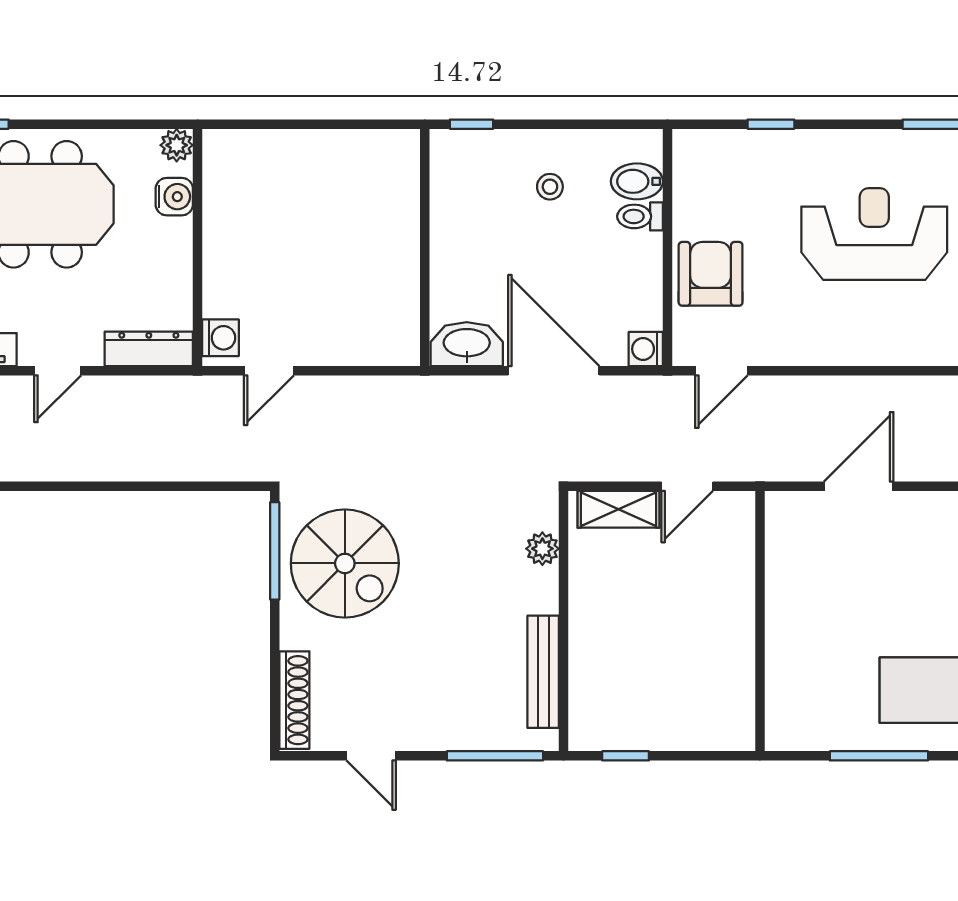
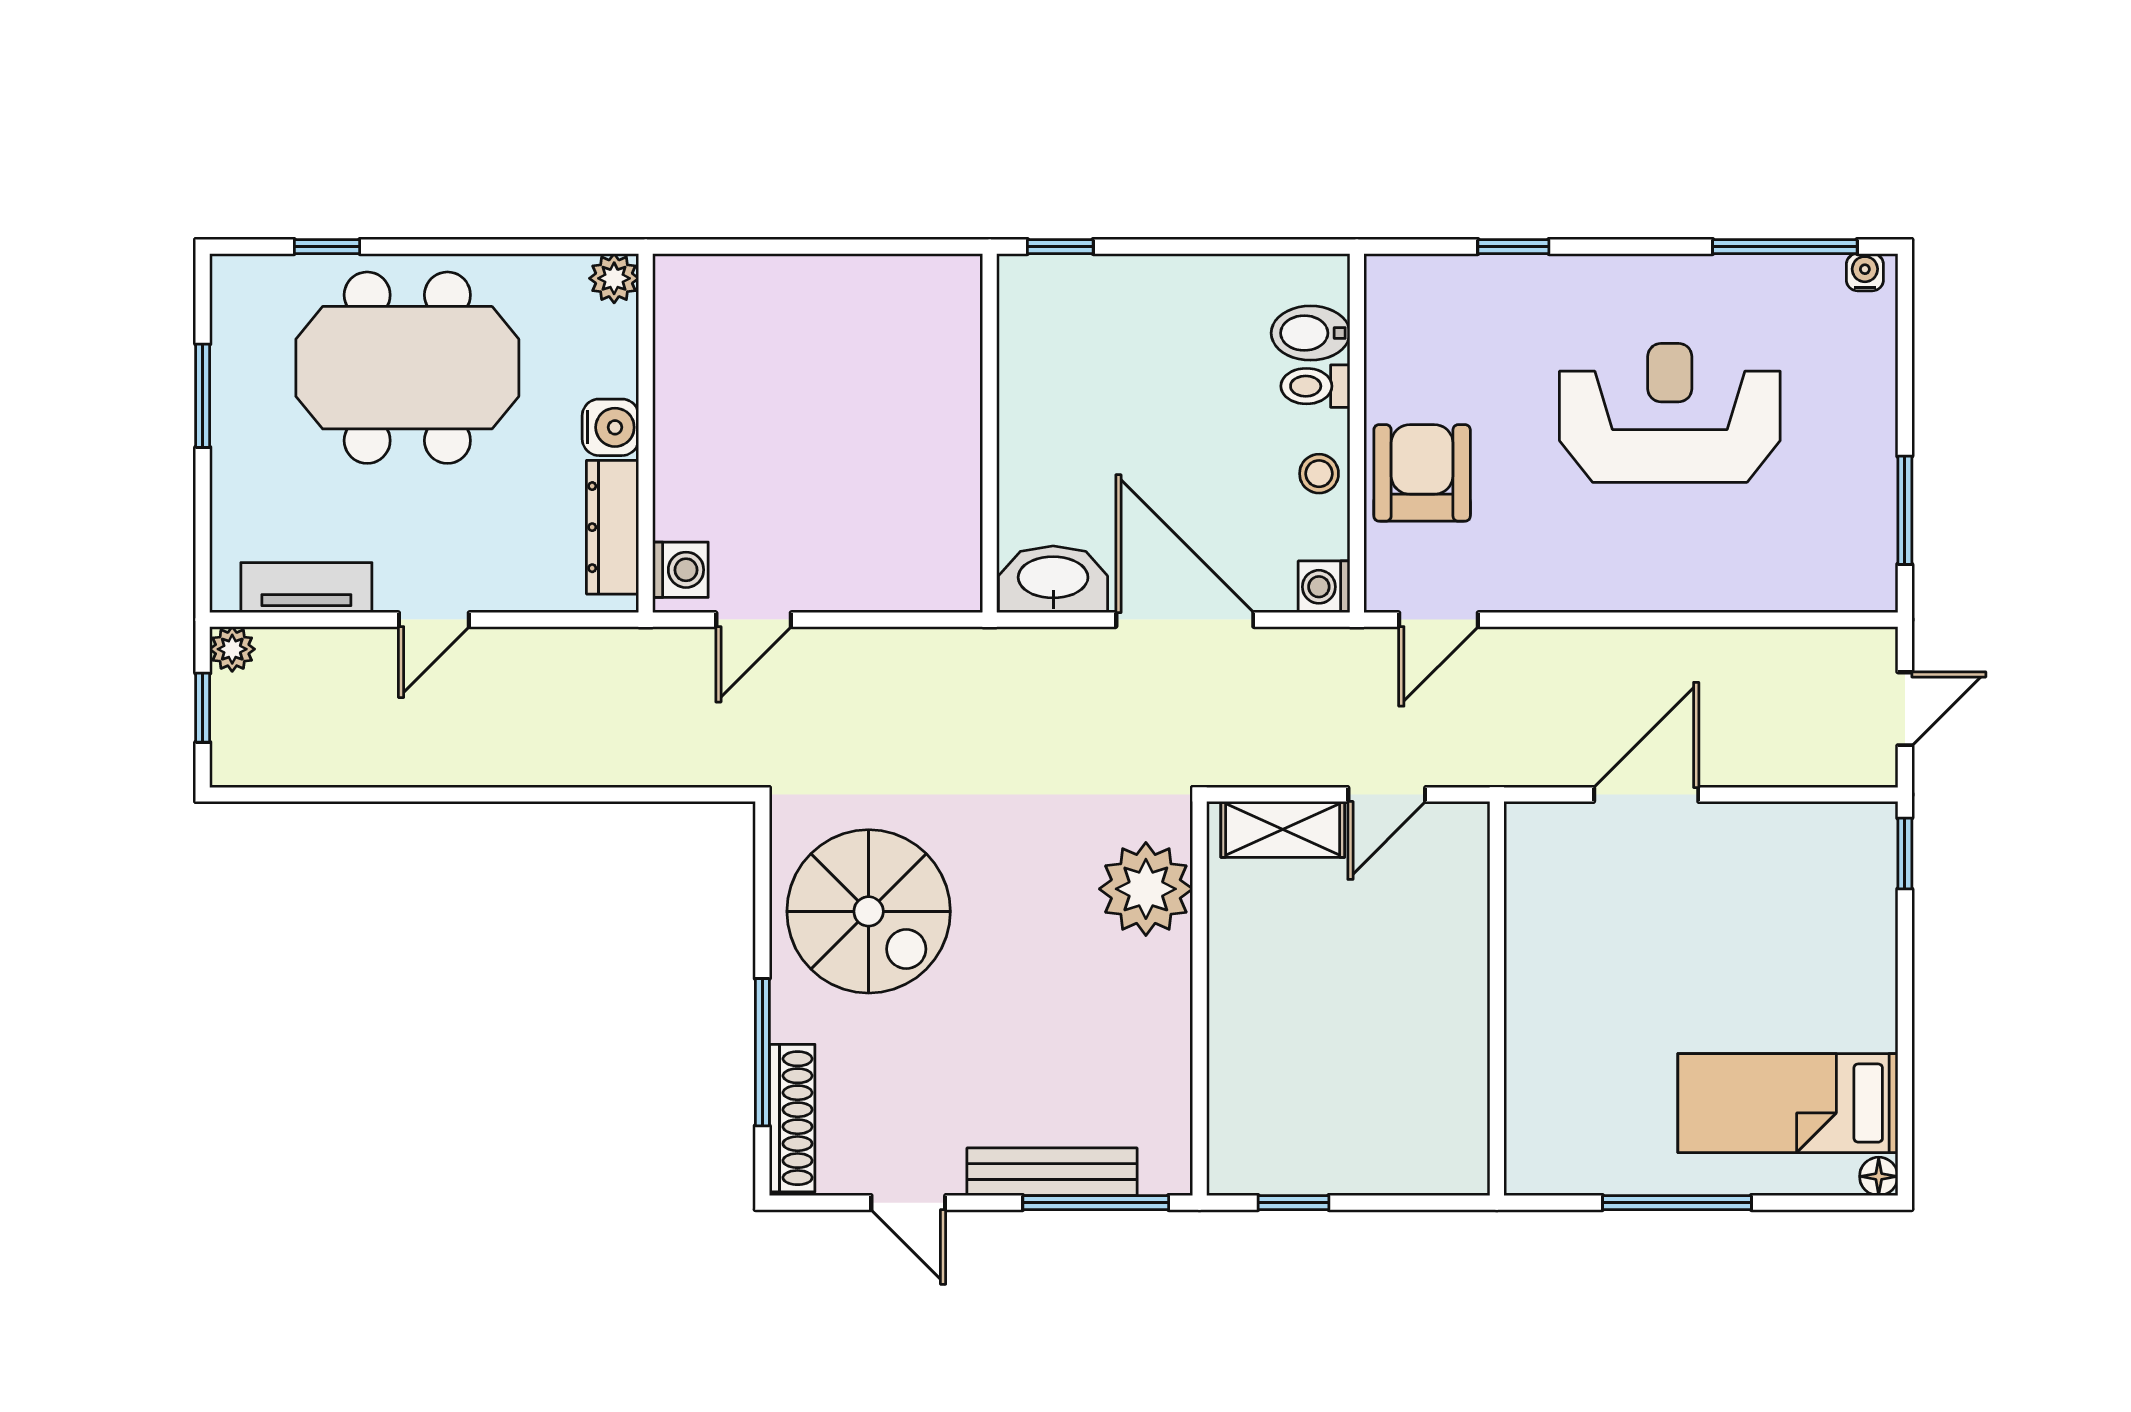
stool: (550, 187) -> (1319, 474), moved
water cooler: (174, 197) -> (610, 427), moved
dresser: (149, 349) -> (613, 527), moved, turned -90
plant: (542, 549) -> (1146, 889), width x1.88, depth x1.88
window: (275, 551) -> (762, 1052), moved
bench: (543, 672) -> (1052, 1172), moved, turned 90

